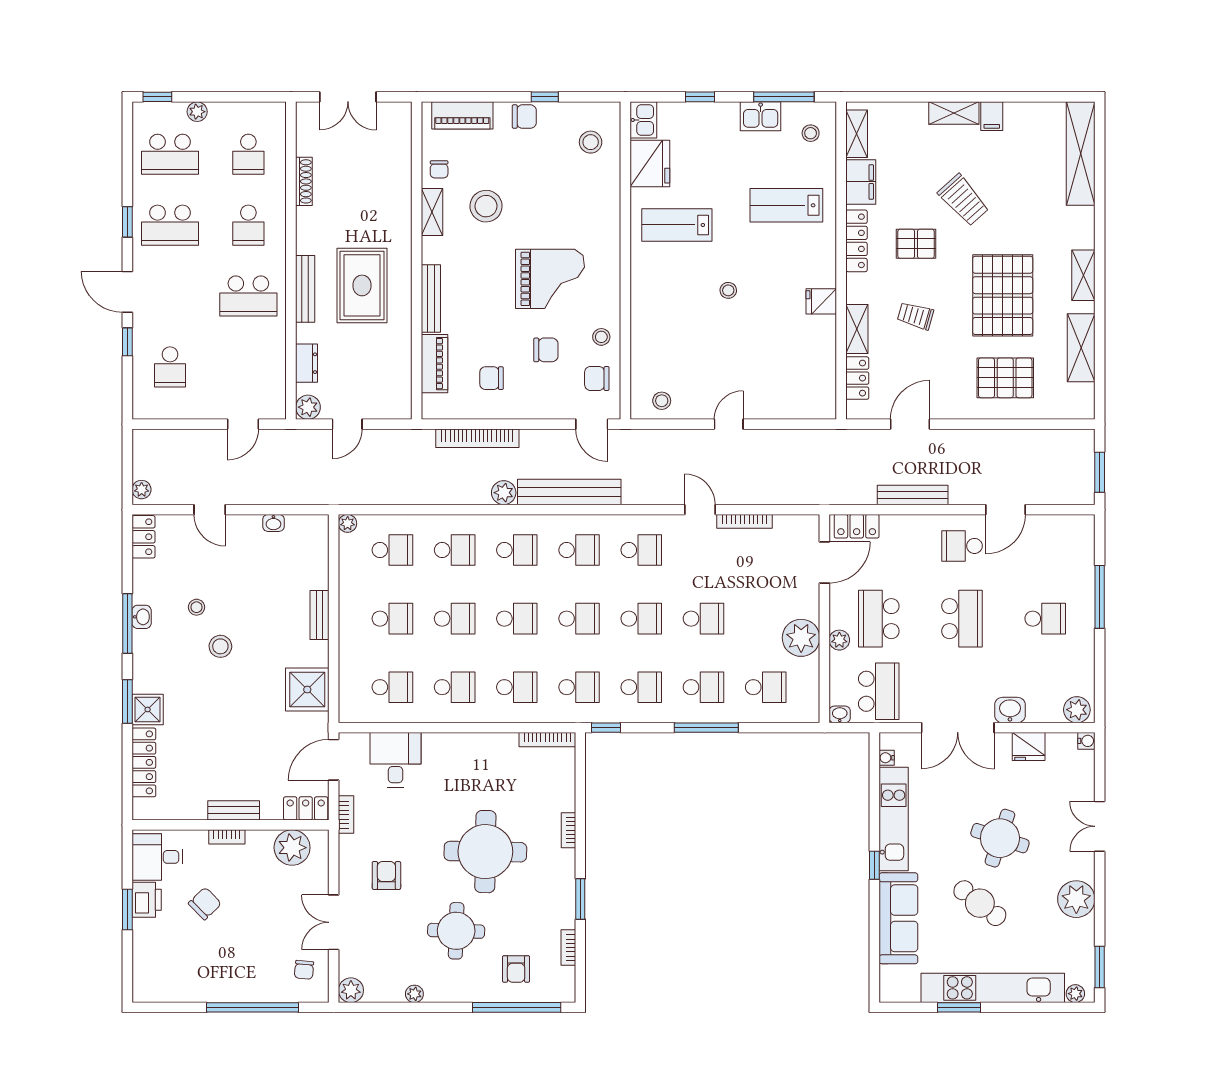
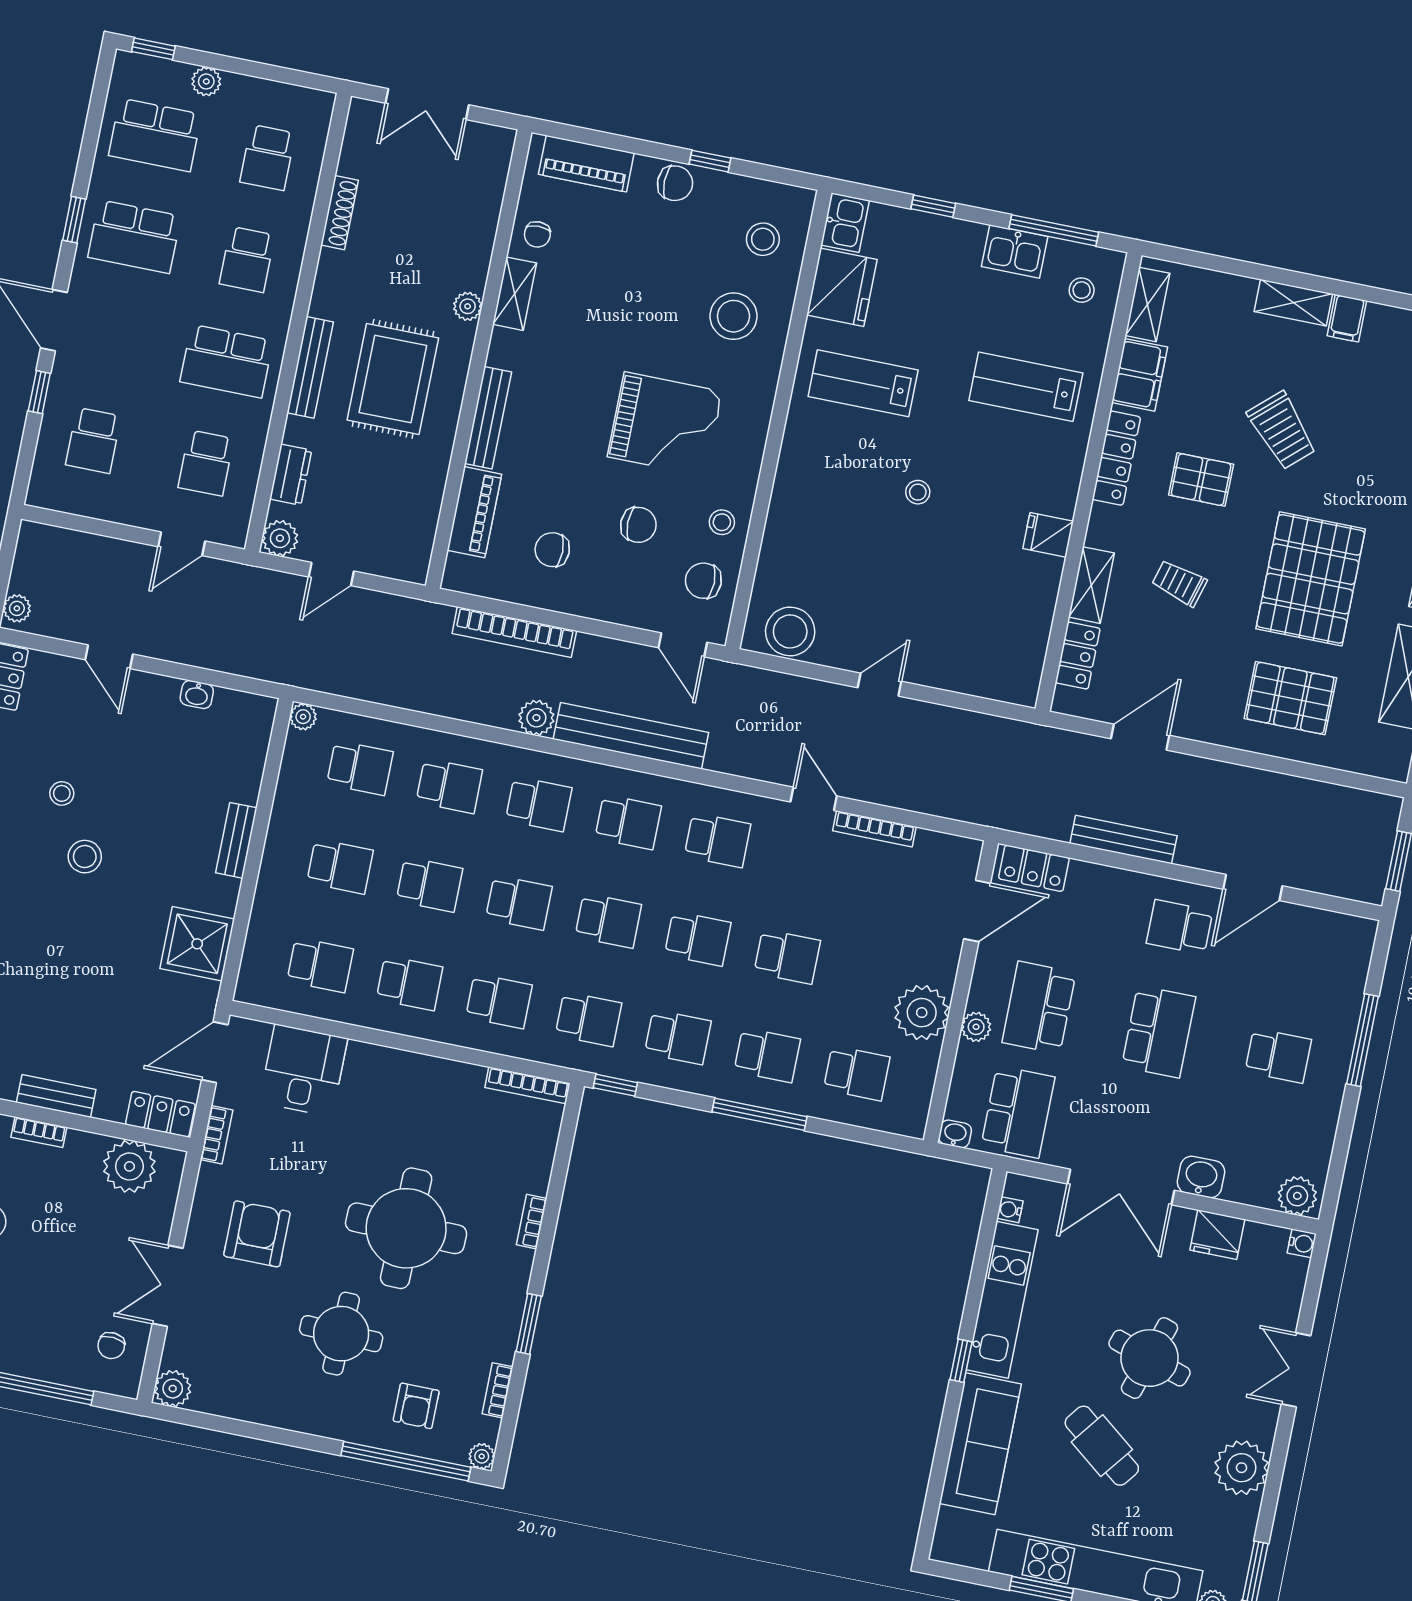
stool: (486, 206) -> (733, 316), moved
plant: (402, 227) -> (468, 306), added
school desk: (248, 367) -> (206, 463), added
stool: (662, 401) -> (790, 631), width x1.89, depth x1.89
armchair: (386, 875) -> (257, 1234), width x1.38, depth x1.38
plant: (414, 994) -> (482, 1456), moved

